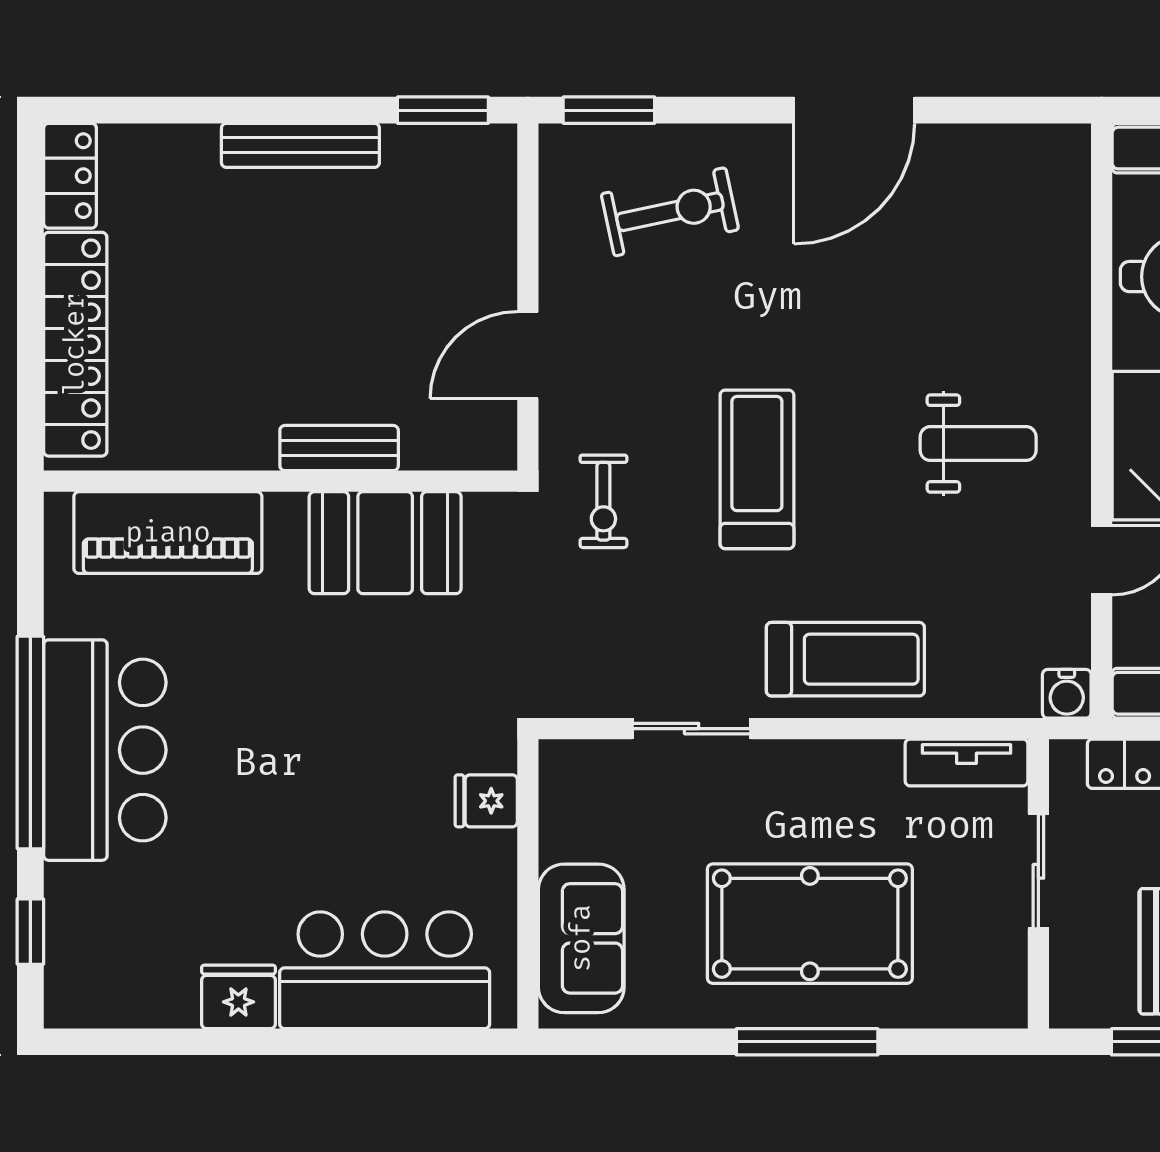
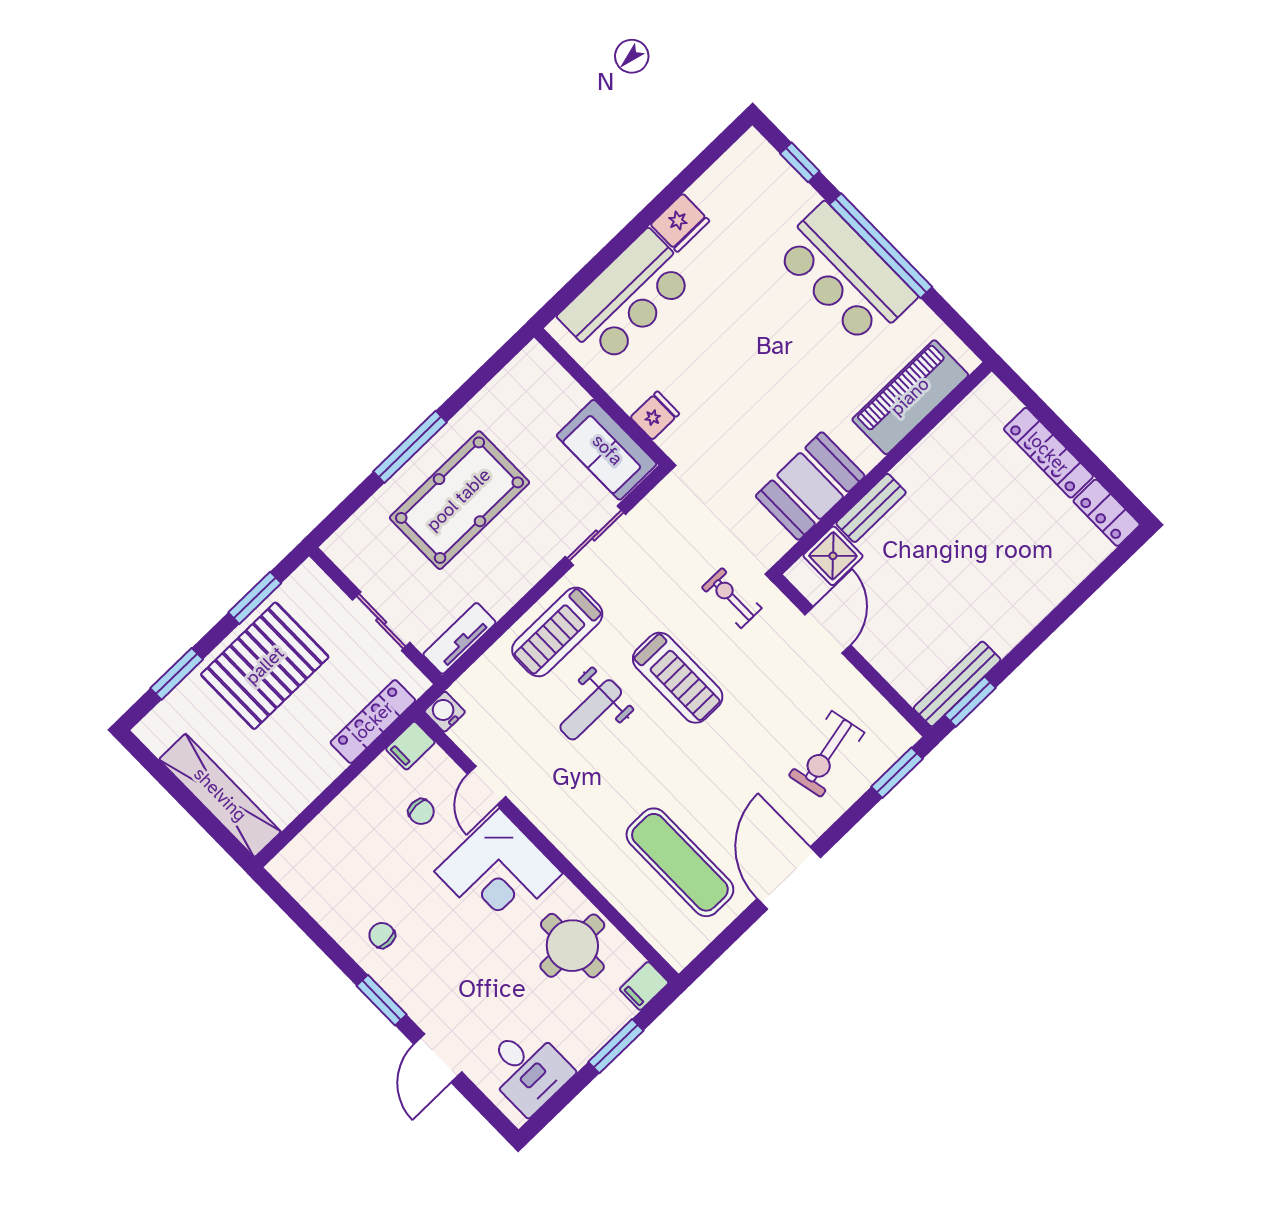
bench: (300, 145) -> (957, 684), moved
exercise mat: (963, 252) -> (680, 862), added
locker: (75, 344) -> (1048, 453), width x0.71, depth x0.83
shower: (438, 435) -> (833, 556), added
weight bench: (978, 444) -> (591, 710), moved
sofa: (581, 938) -> (607, 450), moved

